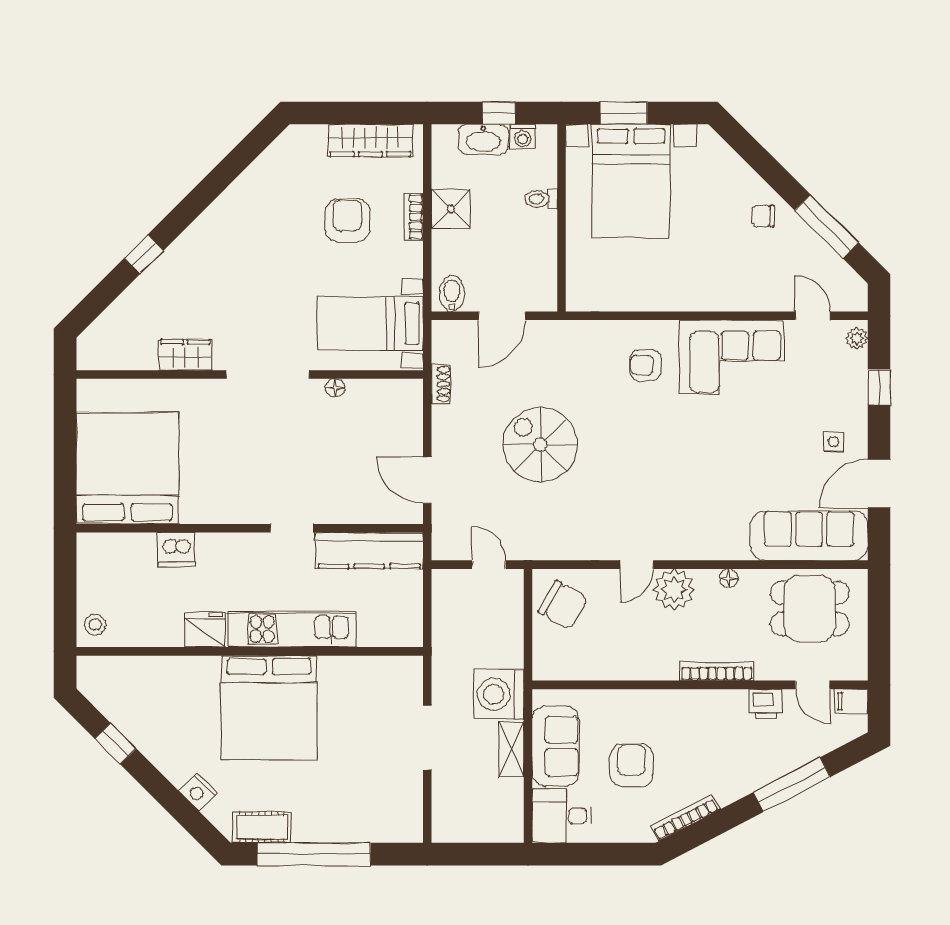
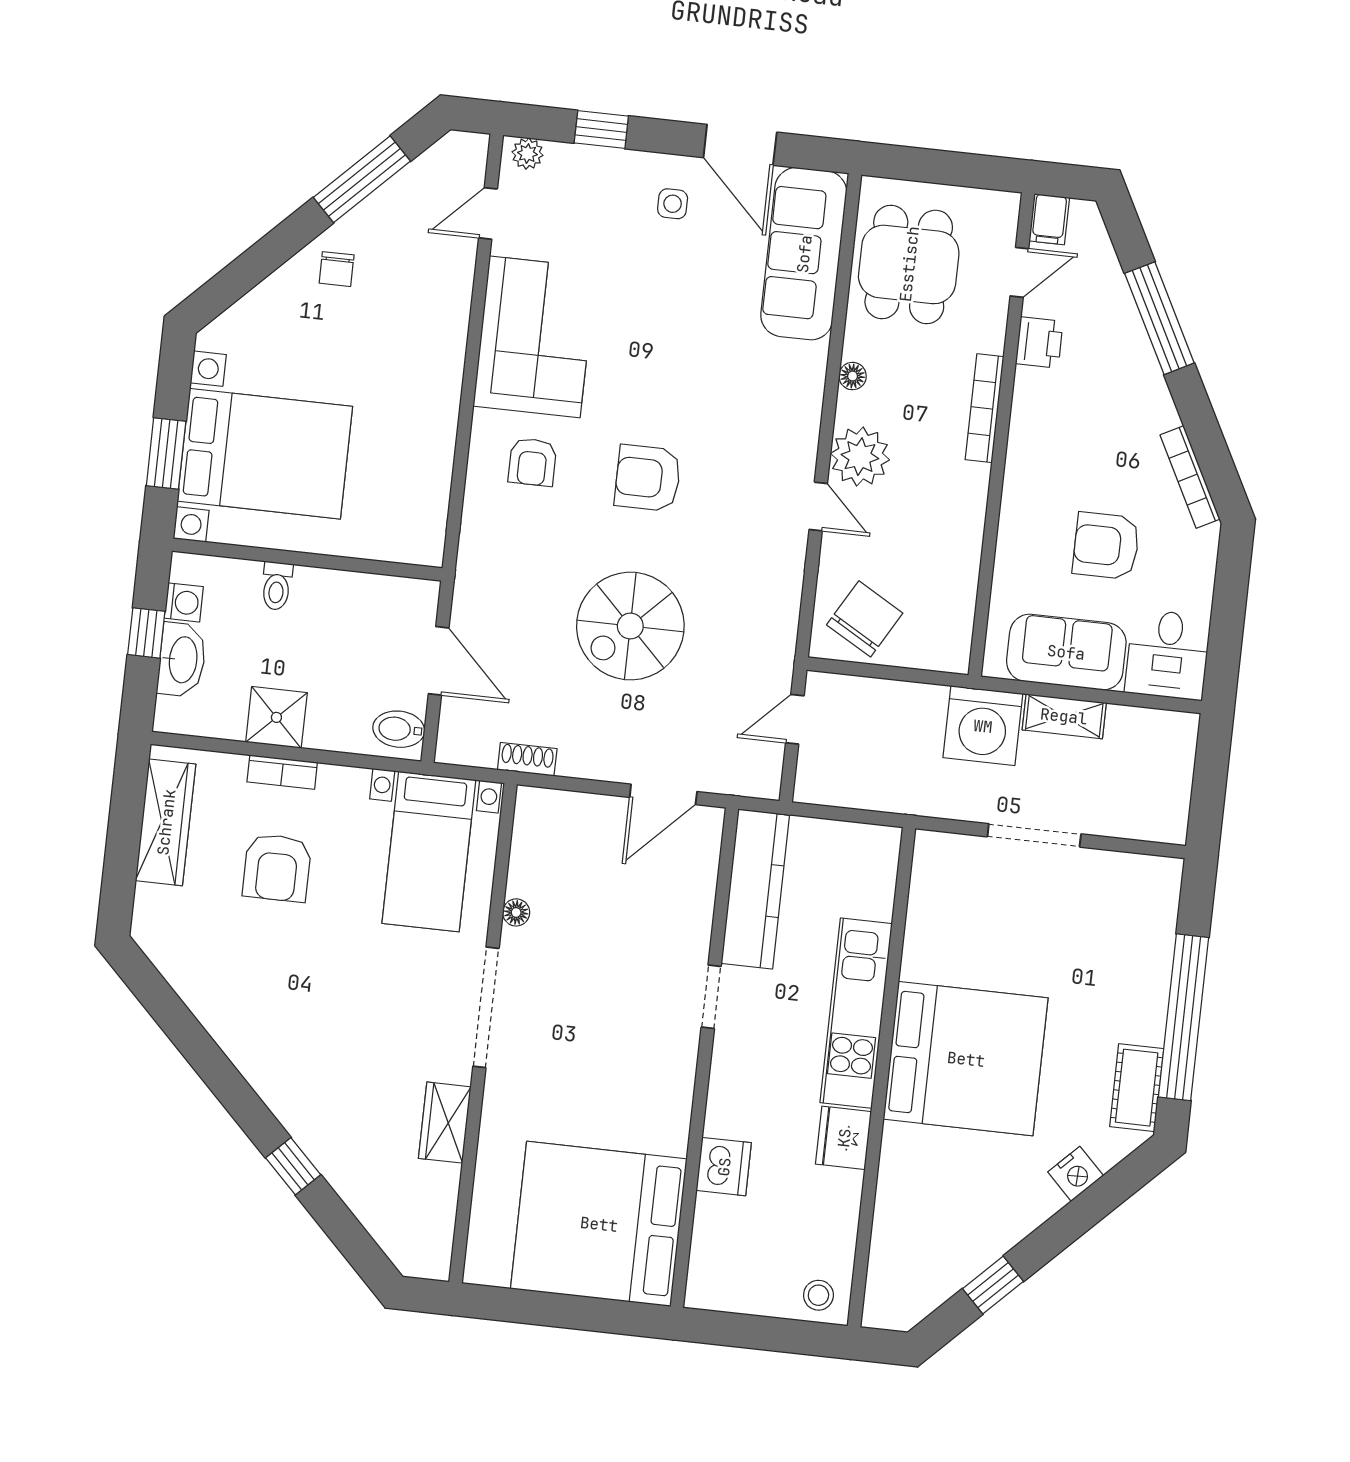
armchair: (348, 221) -> (277, 868), turned -90
armchair: (643, 445) -> (648, 478), added

